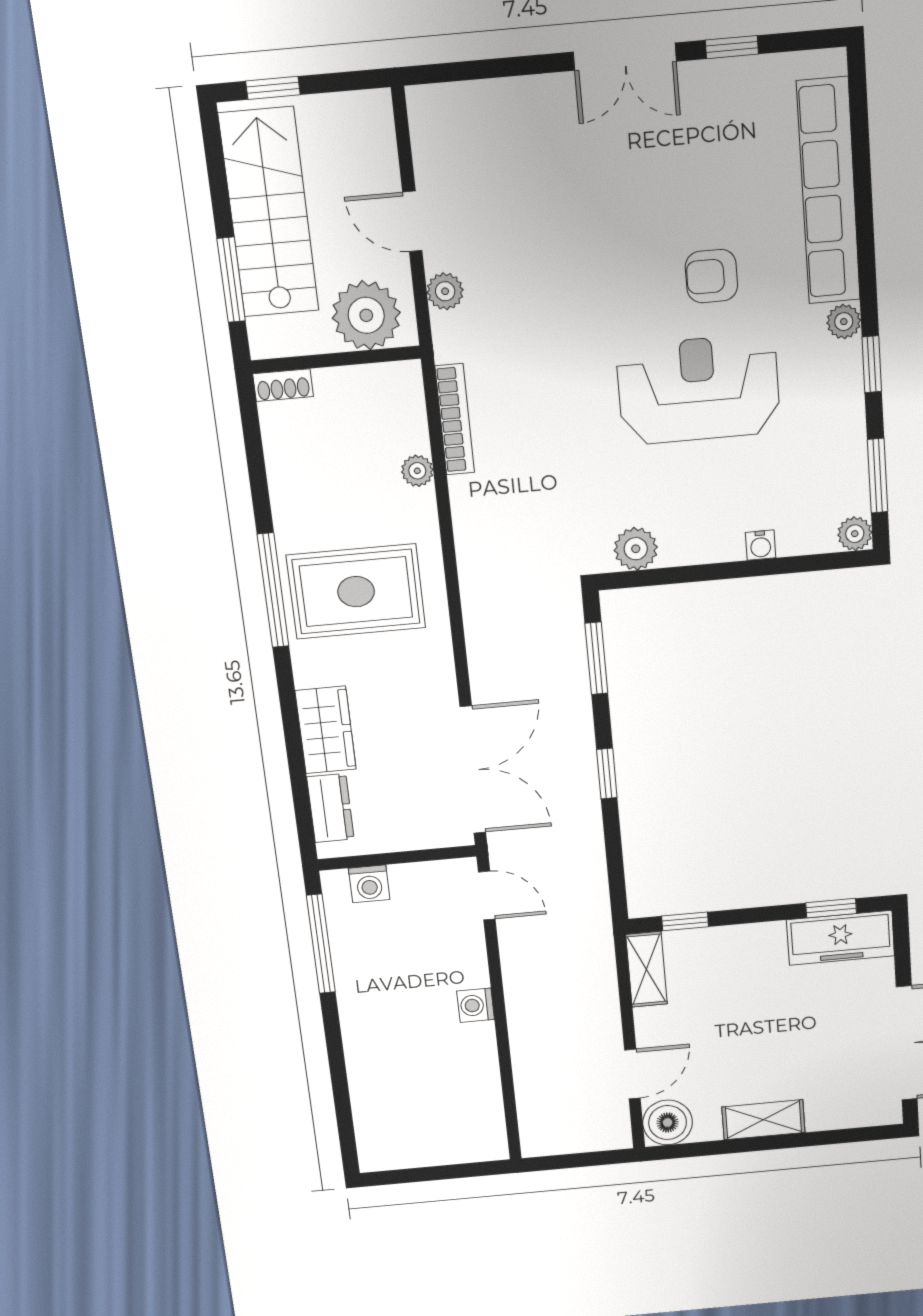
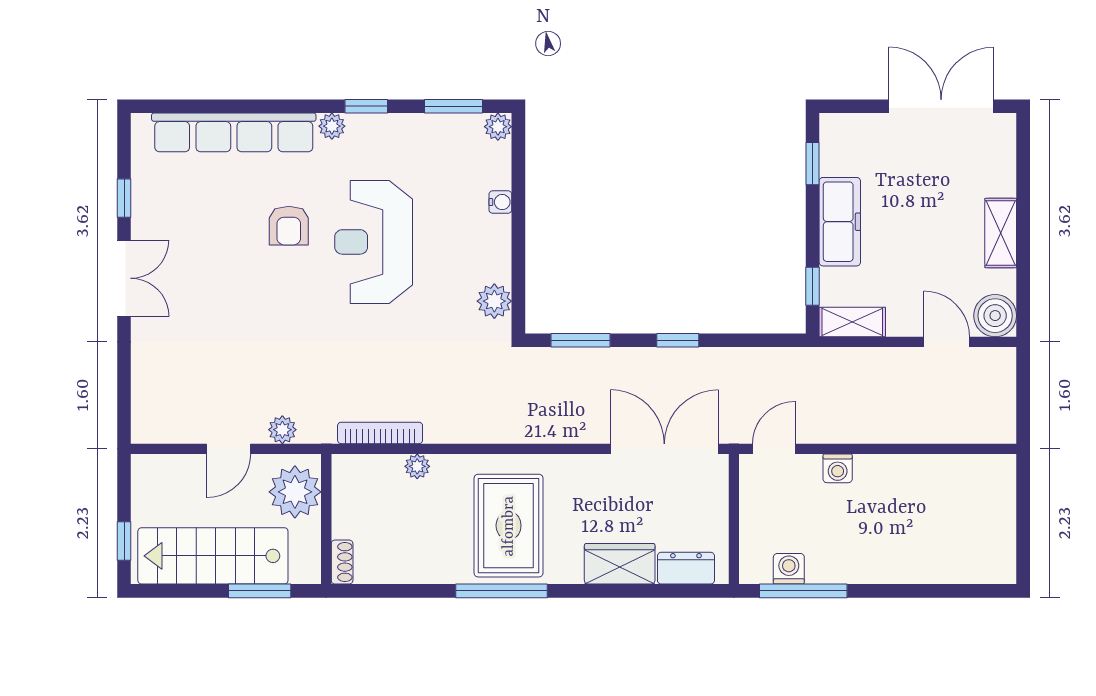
washing machine: (369, 884) -> (789, 569), moved, turned -90
freezer: (841, 938) -> (840, 222), moved
washing machine: (476, 1005) -> (838, 468), moved

